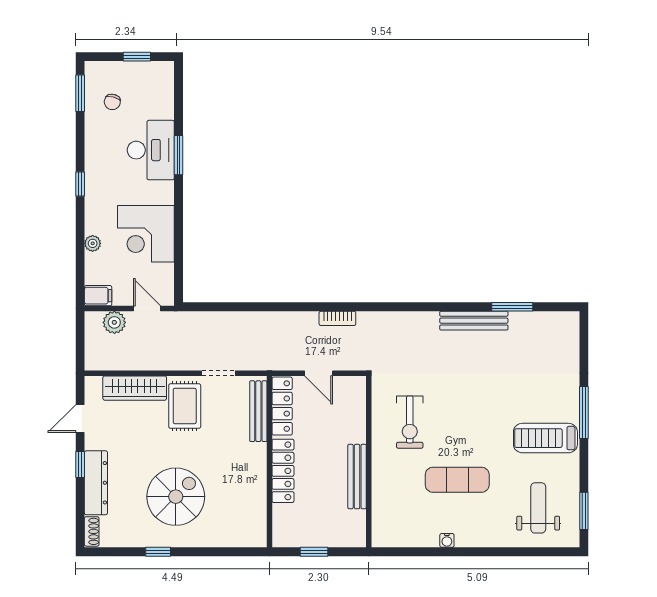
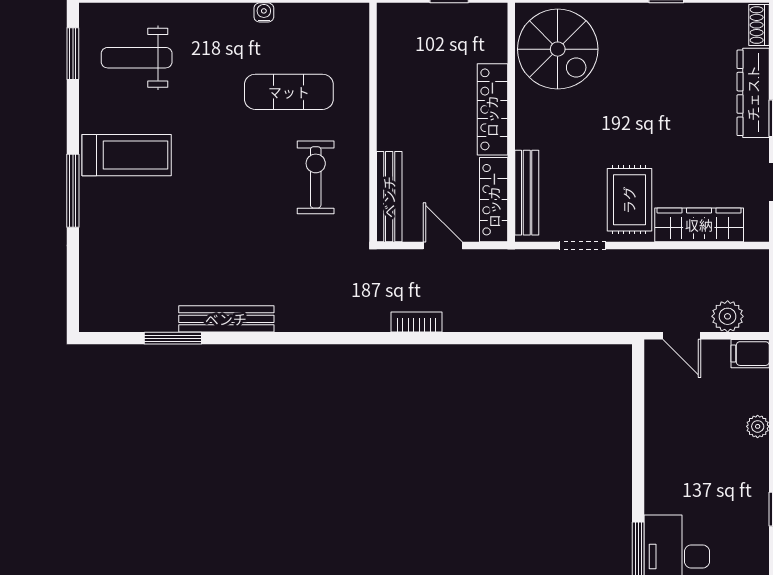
corner desk: (146, 234) -> (684, 440), removed
bench: (357, 477) -> (389, 197), moved
exercise mat: (457, 480) -> (289, 92), moved
spiral stairs: (176, 497) -> (558, 49), moved, turned -90
weight bench: (538, 508) -> (137, 58), turned 90

